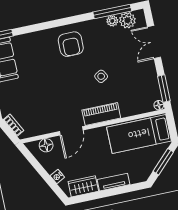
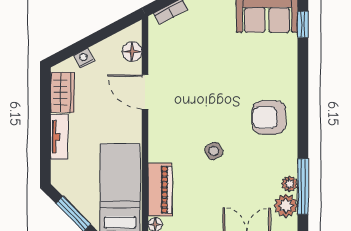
piano: (101, 114) -> (160, 190), moved

